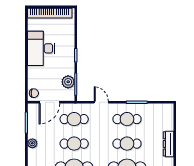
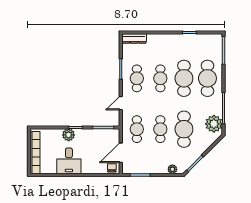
desk: (41, 48) -> (69, 161), width x0.73
plant: (68, 82) -> (69, 135), moved
door: (49, 102) -> (121, 153), swing flipped
plant: (32, 143) -> (172, 169), moved
dresser: (169, 144) -> (134, 38), moved

